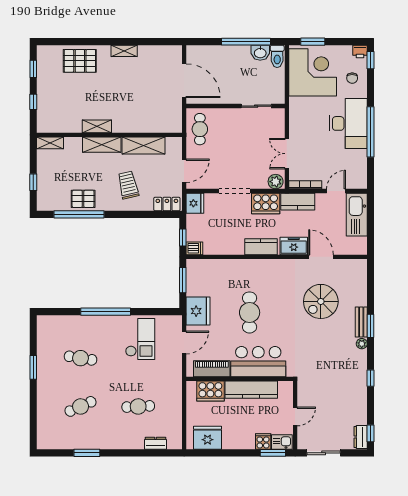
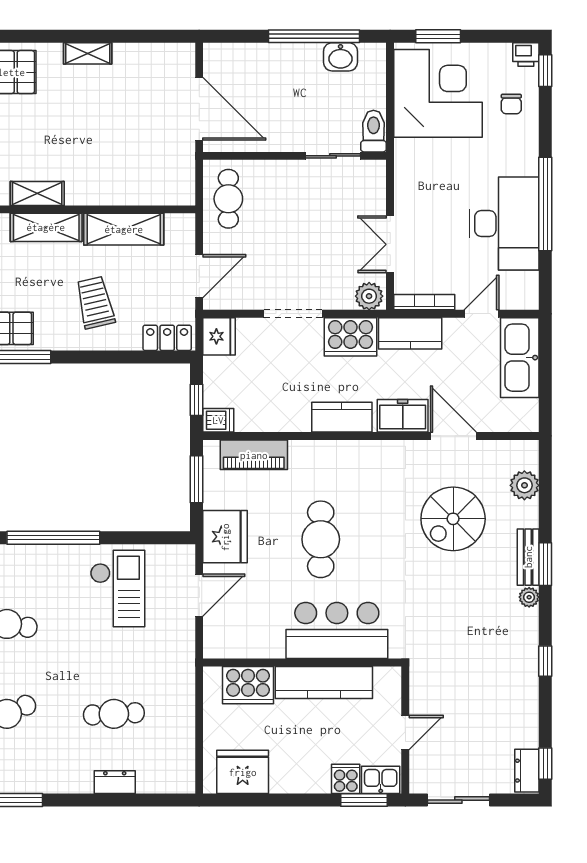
toilet: (277, 56) -> (373, 131), moved, turned 180
desk: (348, 123) -> (504, 224), moved
plant: (359, 283) -> (524, 485), added
piano: (212, 369) -> (254, 455), moved, turned 180
dresser: (155, 443) -> (115, 782), moved

